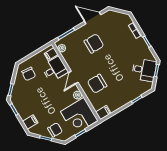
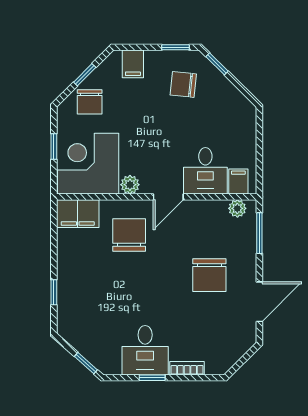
desk: (144, 70) -> (145, 350), moved, turned -42
chair: (29, 74) -> (183, 84), moved
door: (73, 78) -> (168, 197), swing flipped
filing cabinet: (103, 113) -> (78, 214), width x2.00

